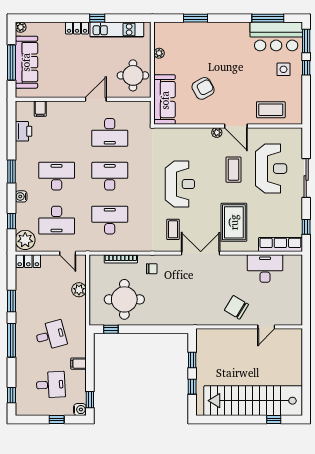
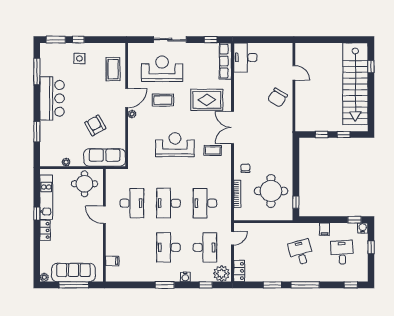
bar counter: (276, 36) -> (52, 98), moved
printer: (24, 131) -> (131, 275), removed
desk: (265, 269) -> (245, 58), moved
plant: (79, 290) -> (263, 229), removed

